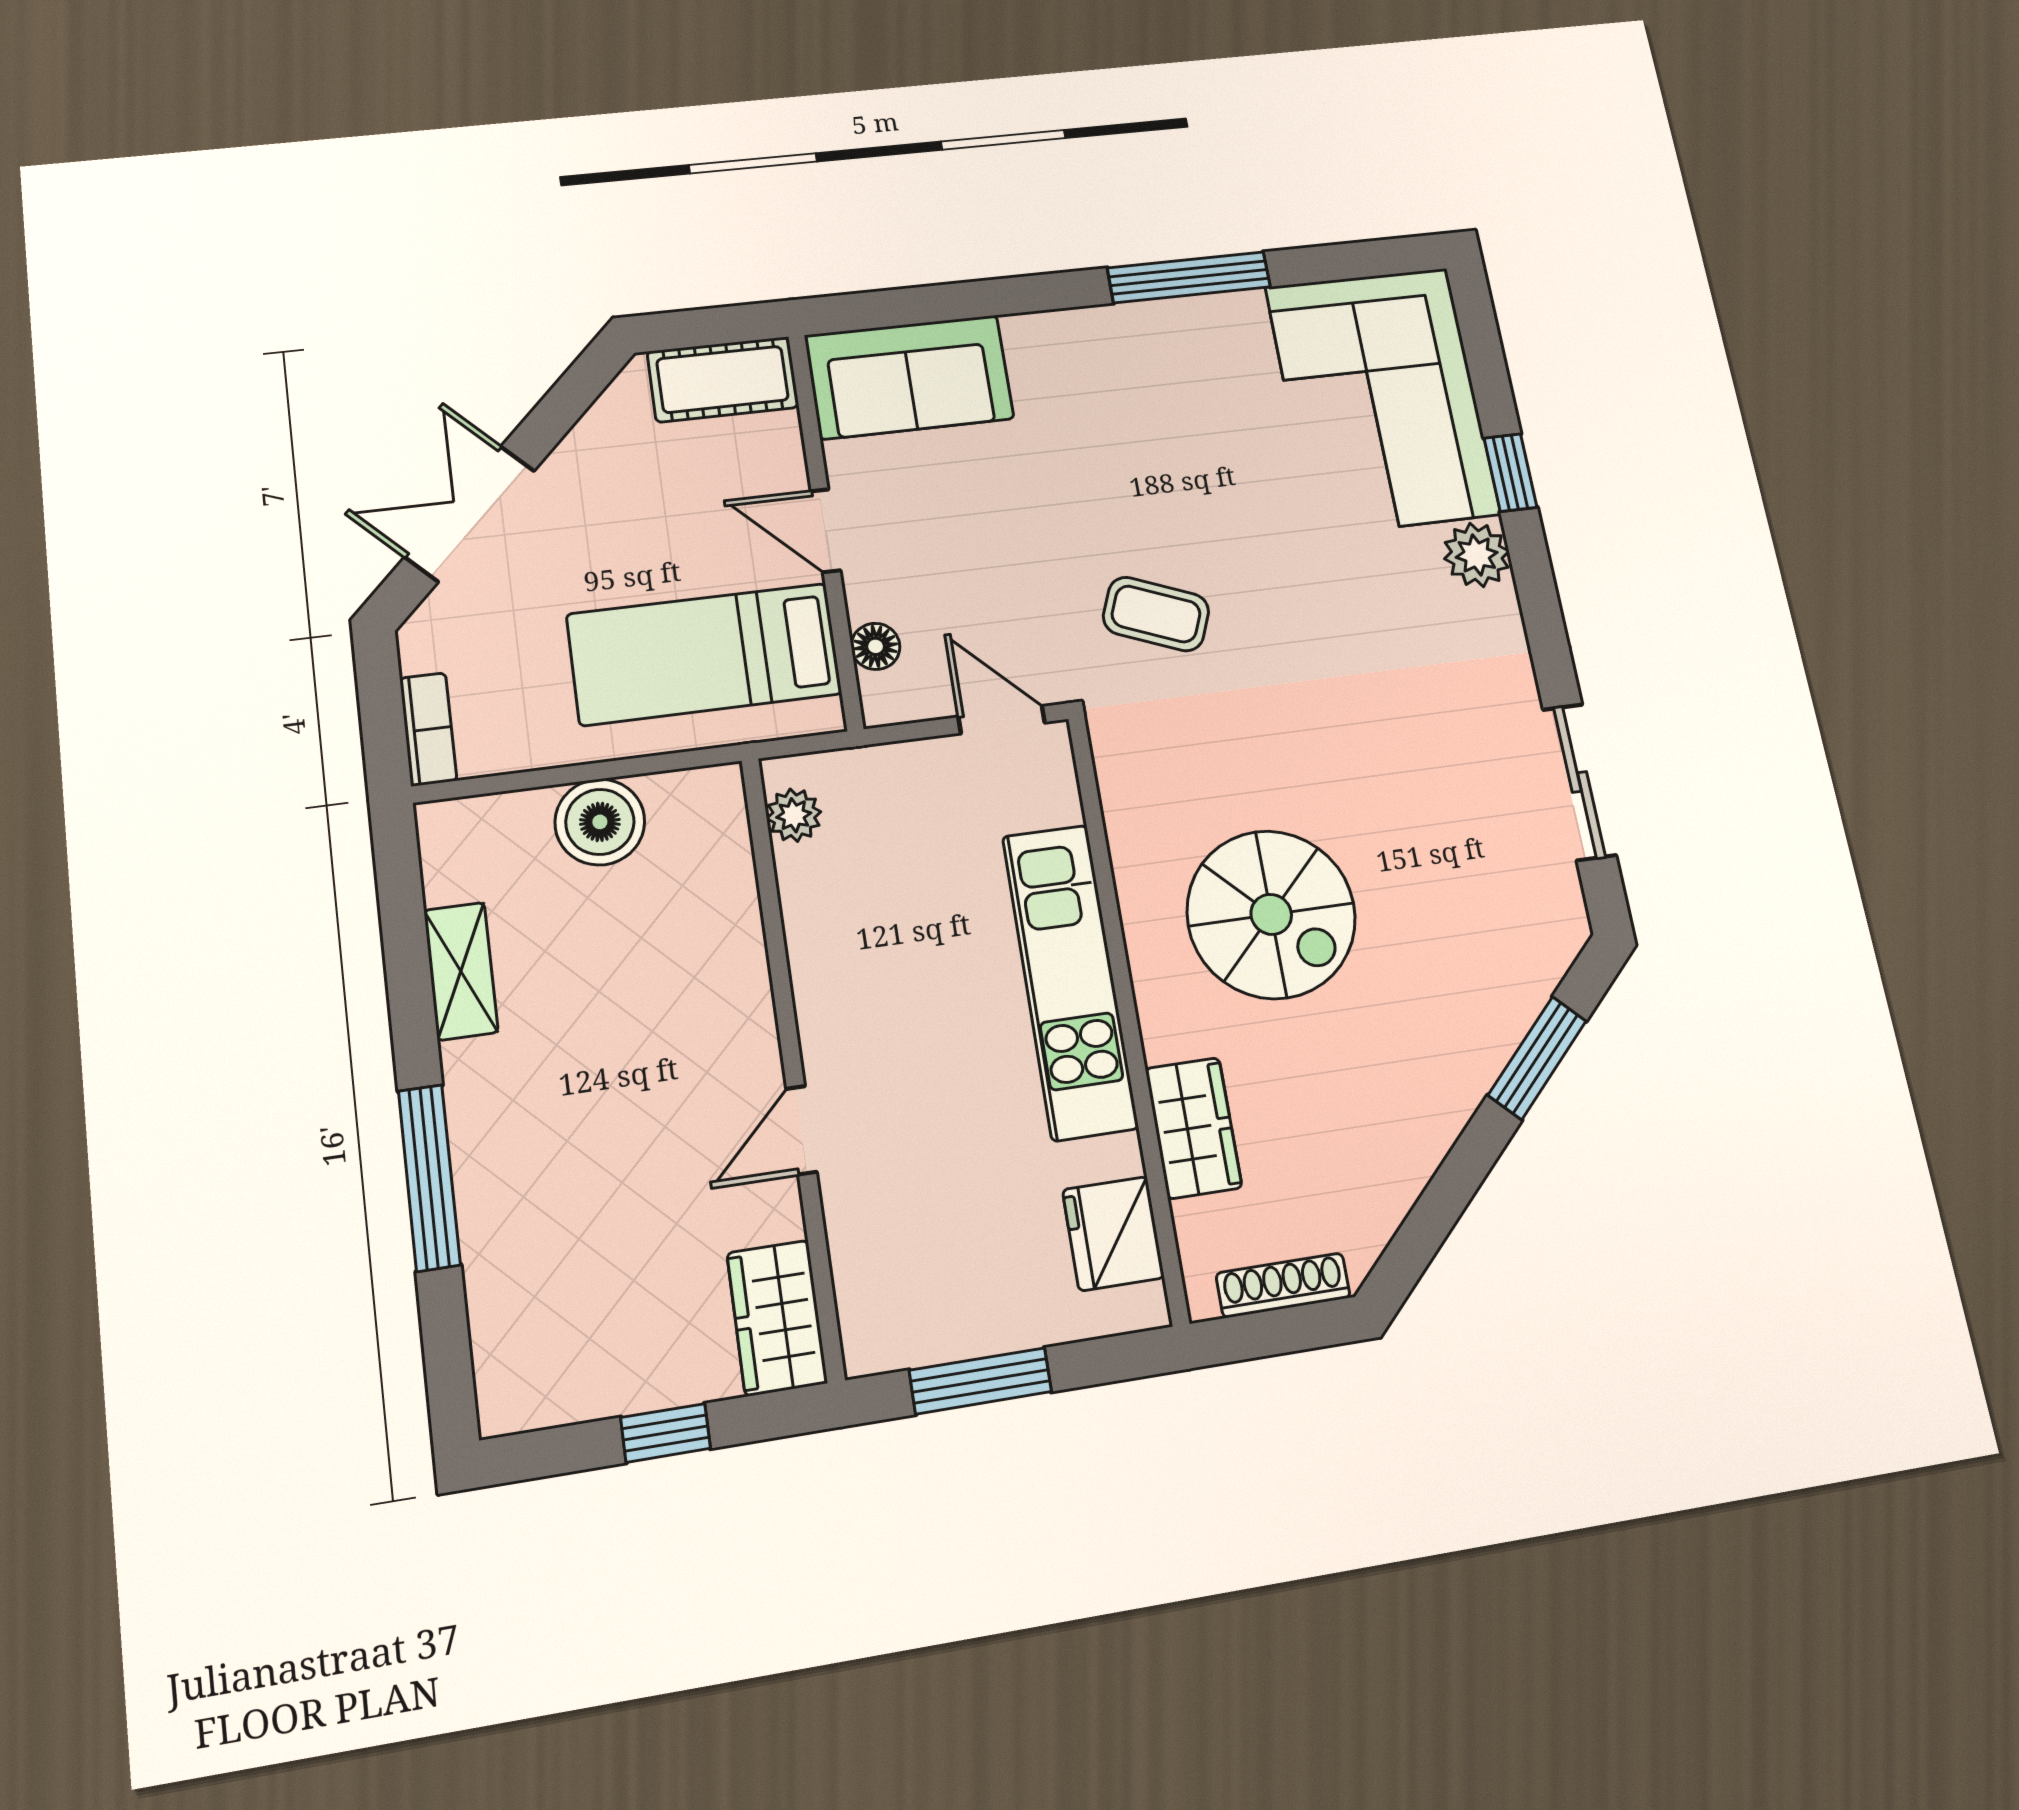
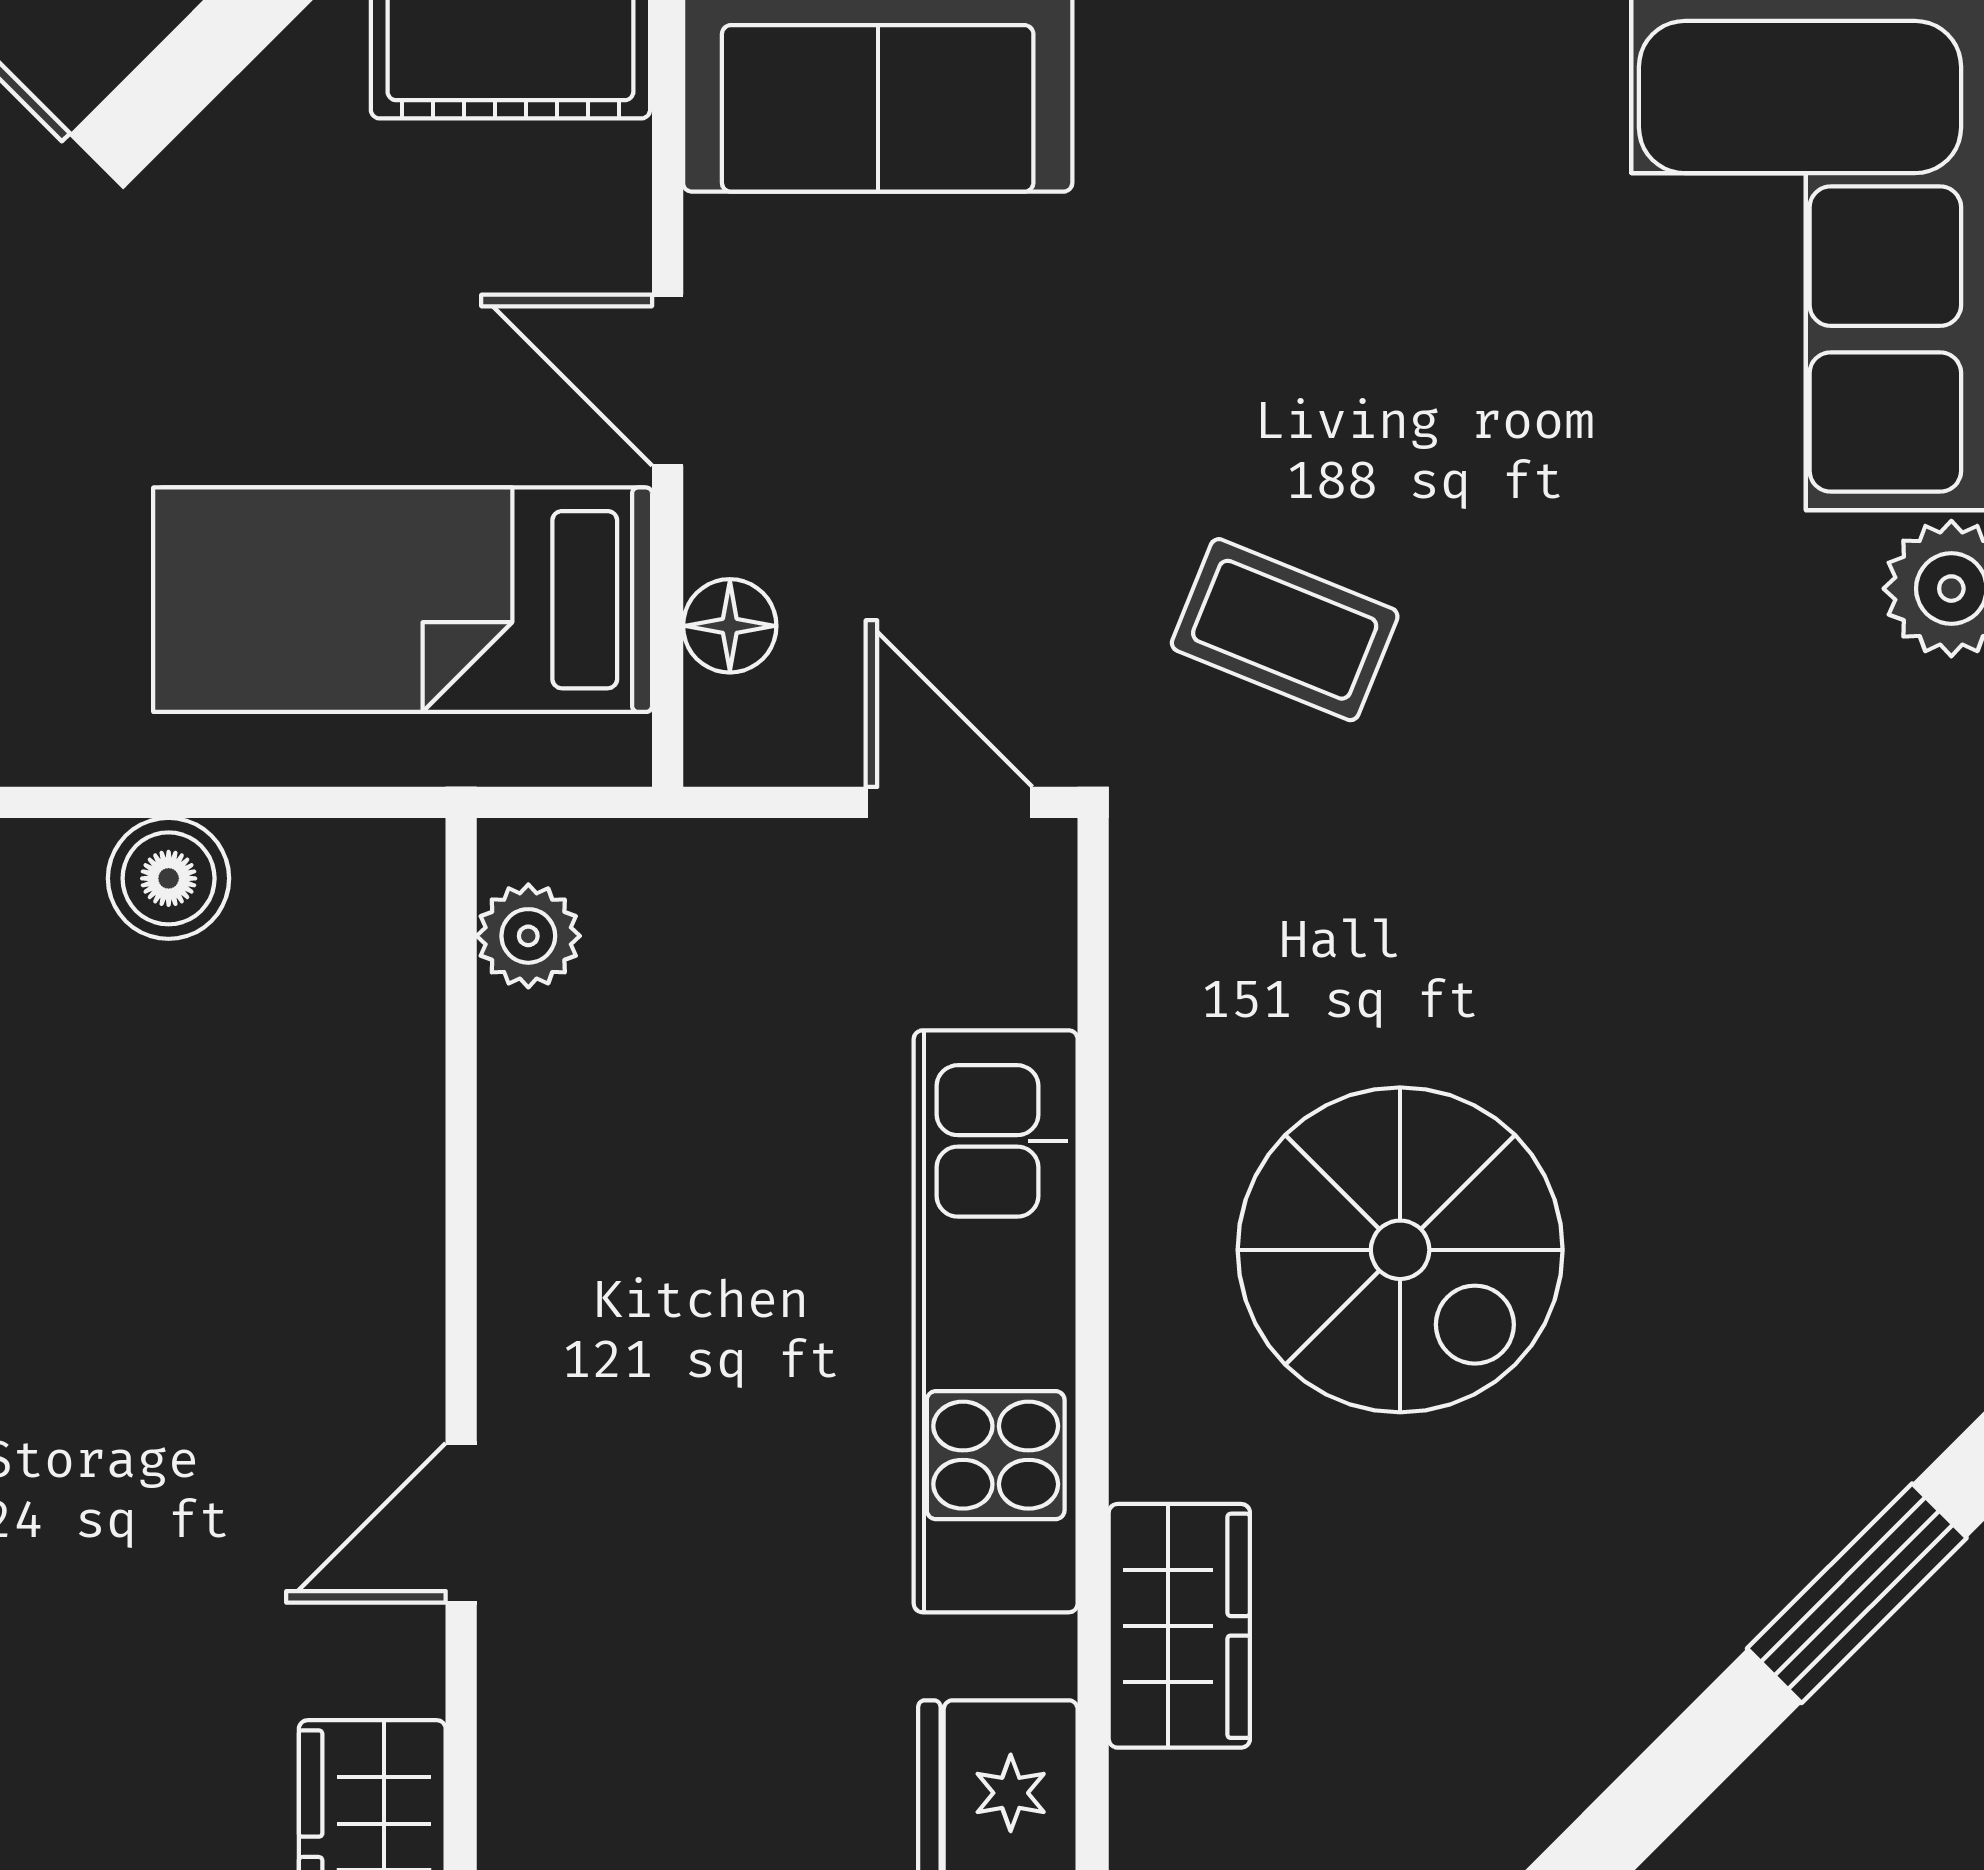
boiler: (600, 822) -> (169, 878), width x0.73, depth x0.73

